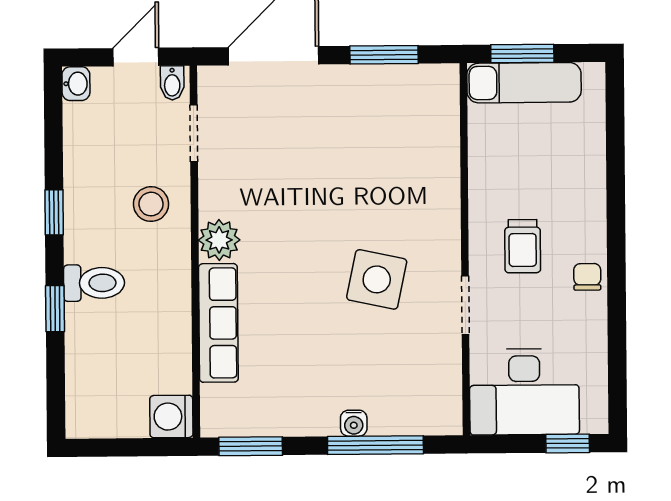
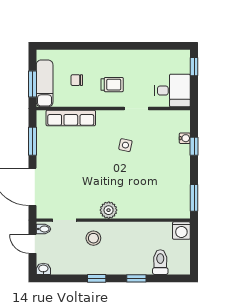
chair: (587, 277) -> (77, 80), moved
side table: (377, 279) -> (125, 145), width x0.54, depth x0.54
toilet: (94, 283) -> (160, 262), moved
row of seats: (218, 323) -> (71, 118), moved, turned 180
desk: (524, 392) -> (172, 91), width x0.73
water cooler: (354, 423) -> (185, 138), moved
window: (375, 445) -> (194, 146), width x0.46

